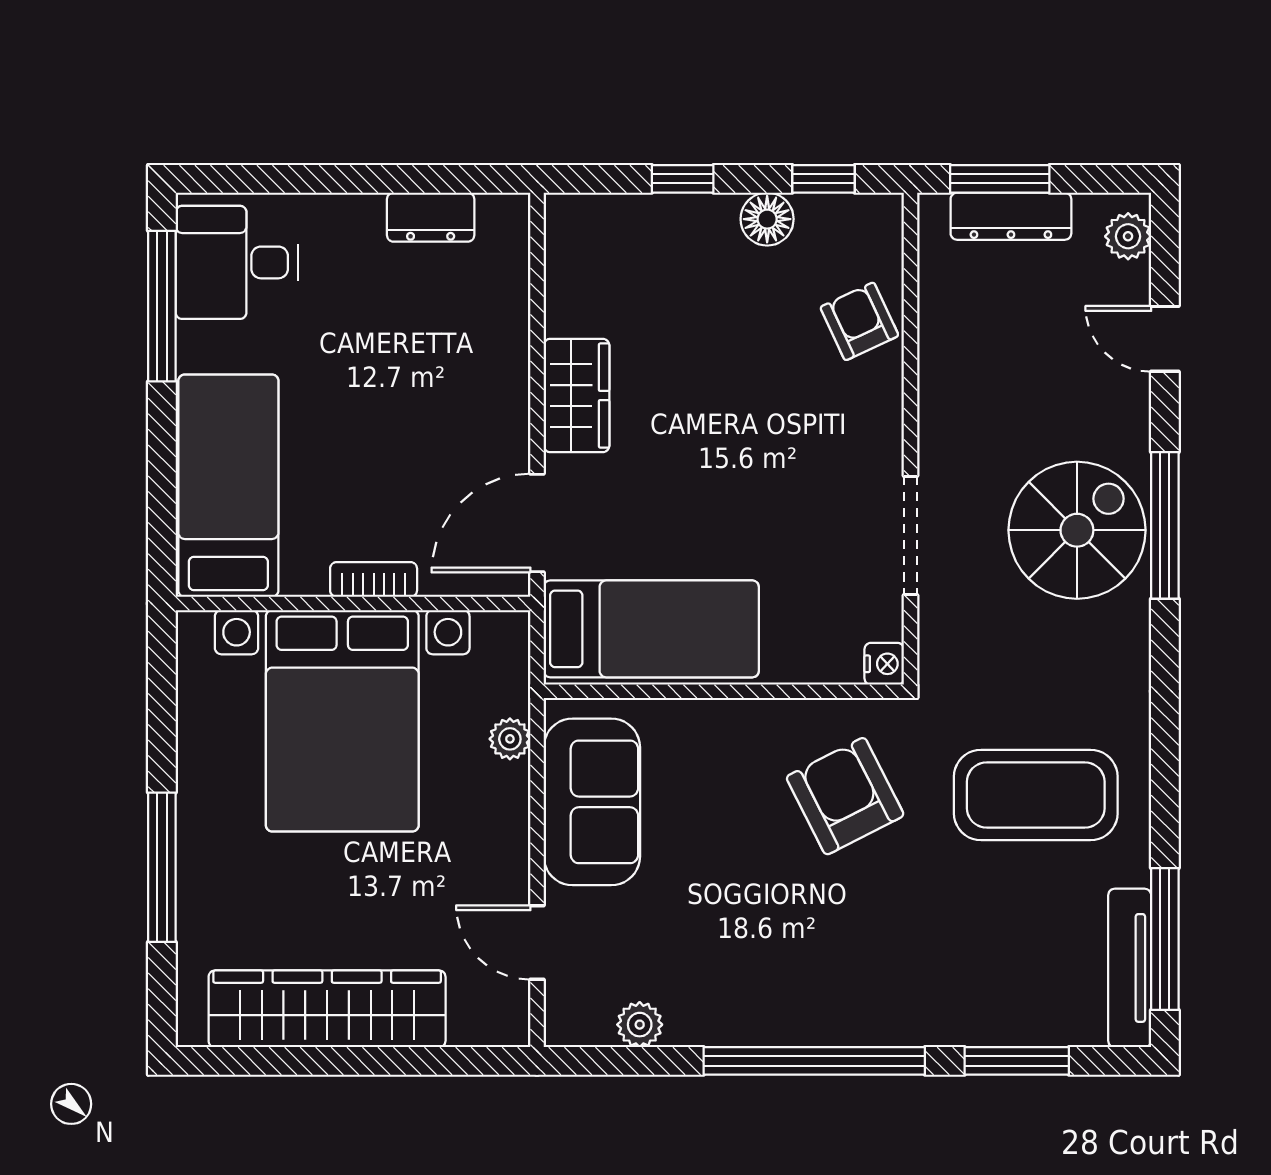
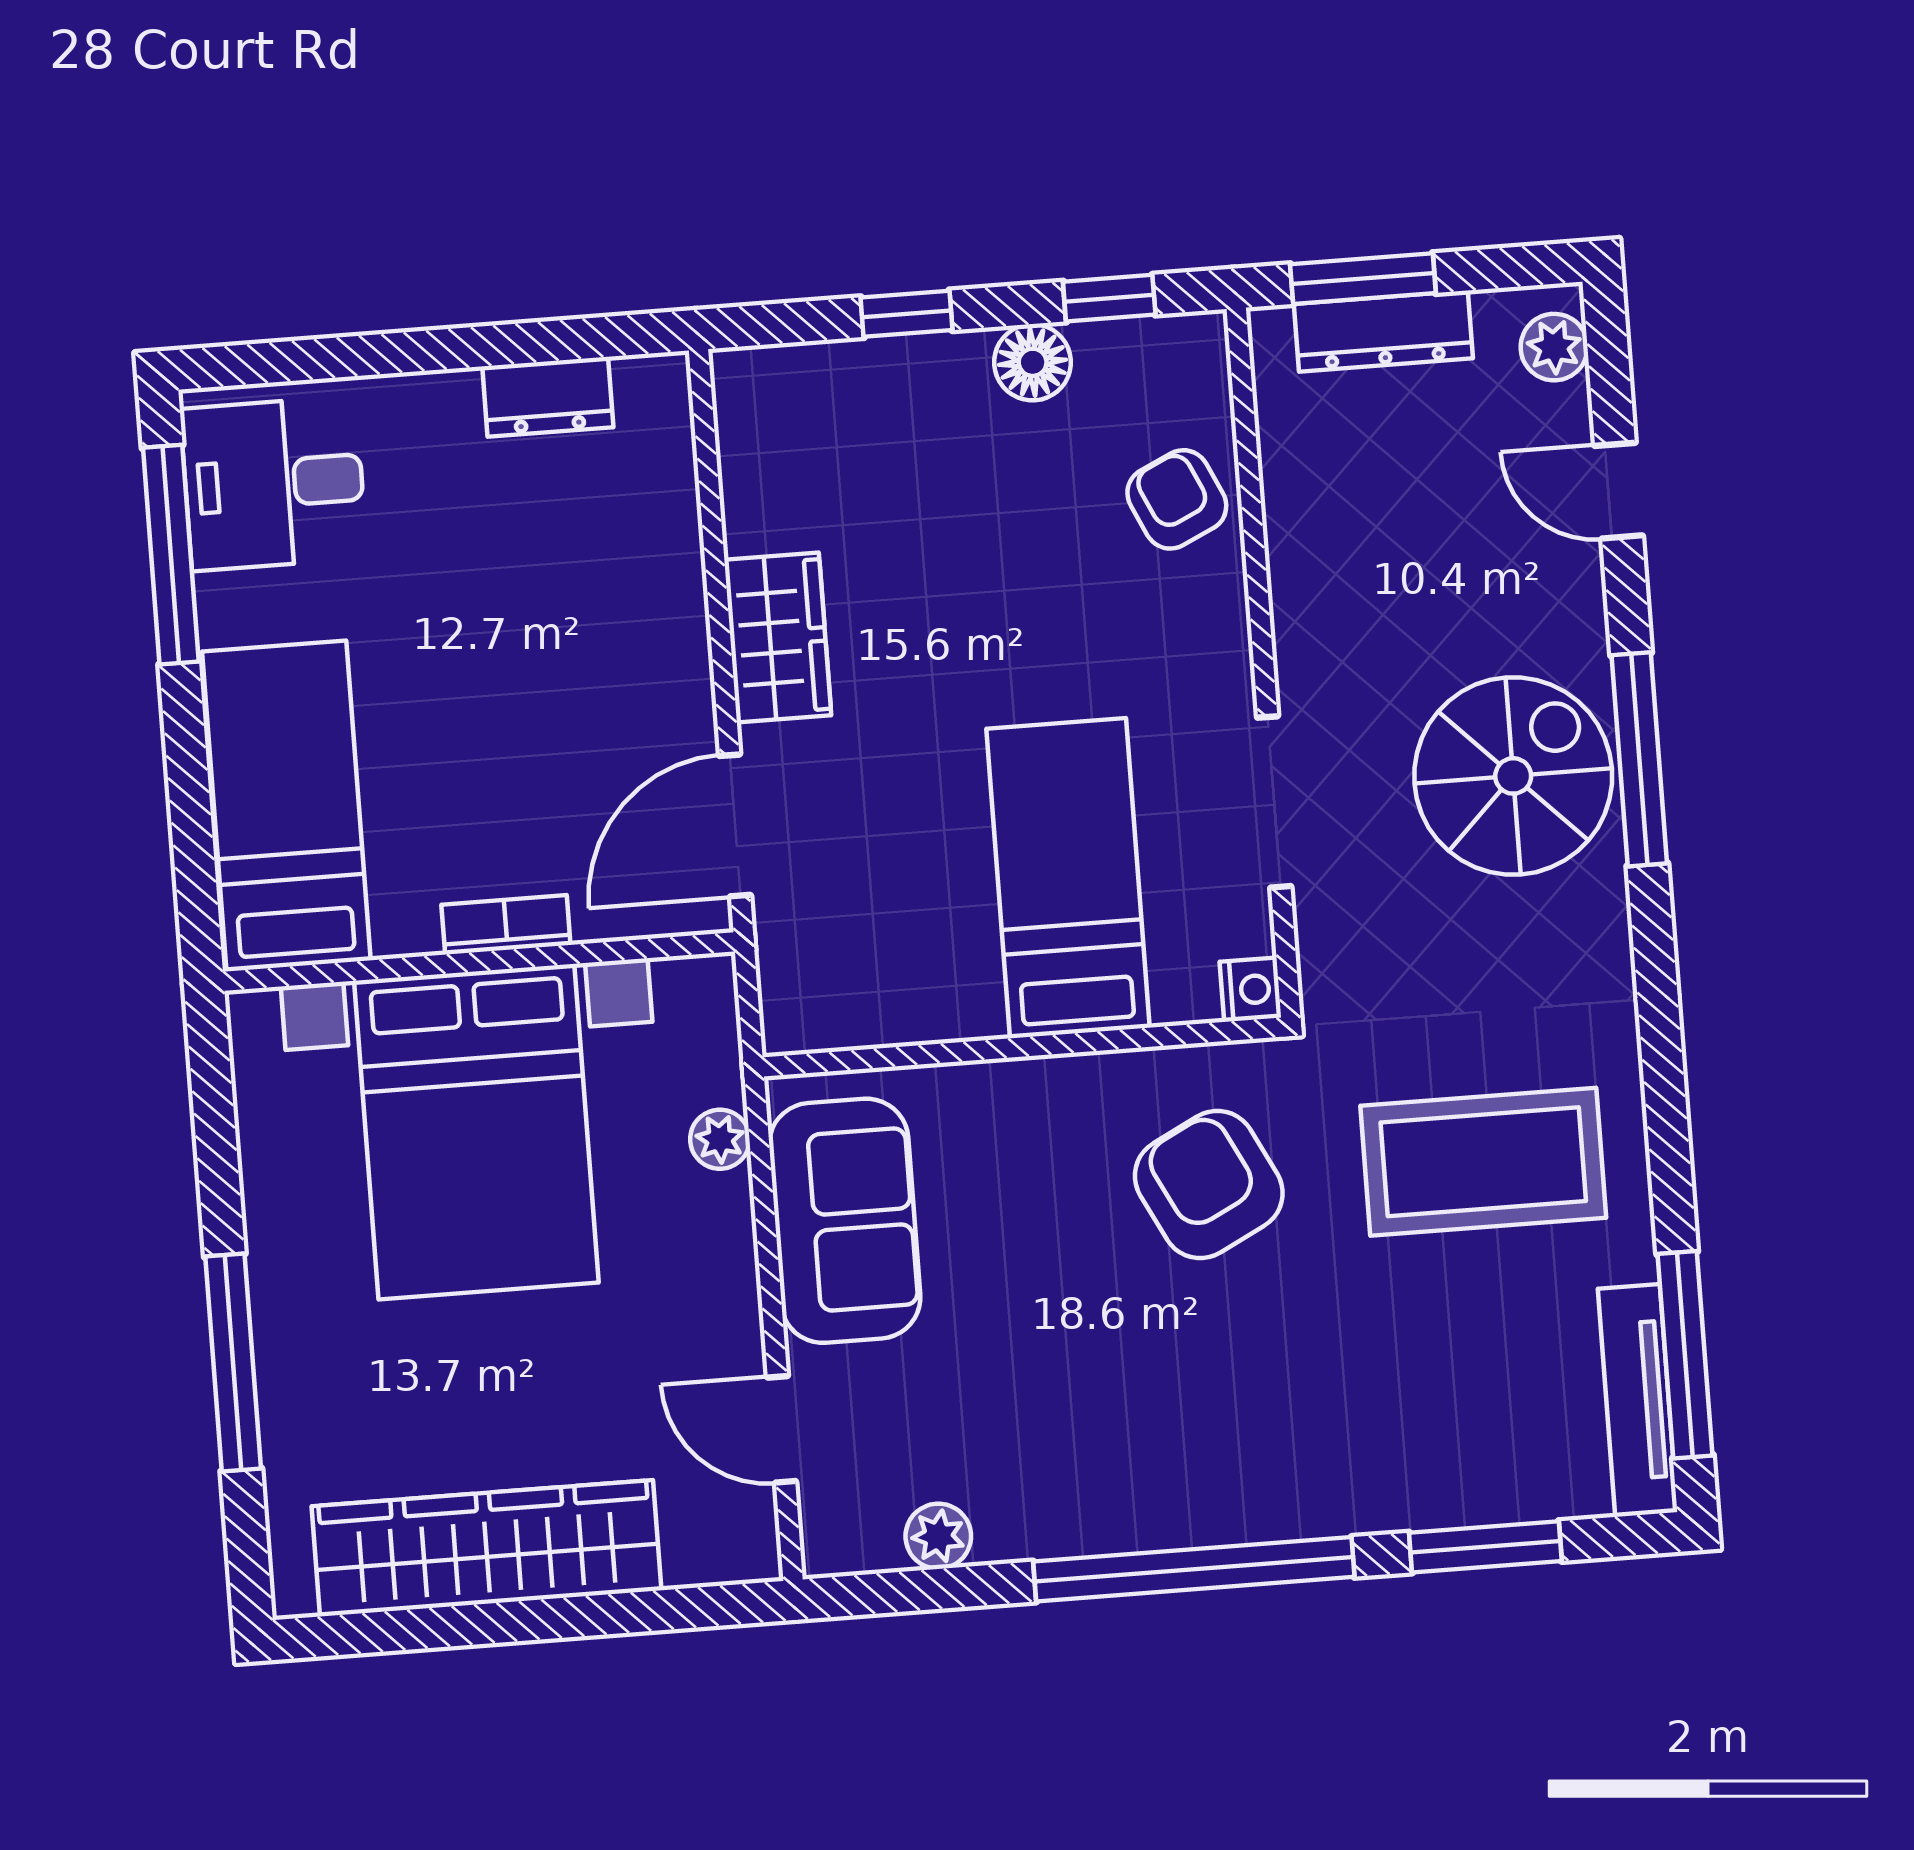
bed: (651, 629) -> (1068, 878), moved, turned -90

